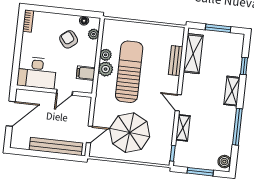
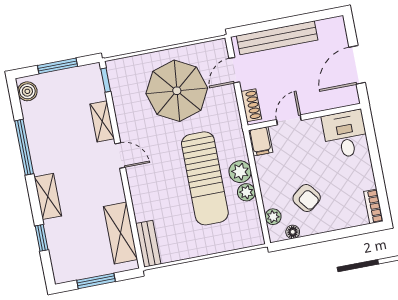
bench: (176, 61) -> (148, 244), moved
desk: (37, 73) -> (345, 134), width x0.73
filing cabinet: (86, 73) -> (261, 141), moved, turned 90
shoe rack: (86, 109) -> (251, 105), added

